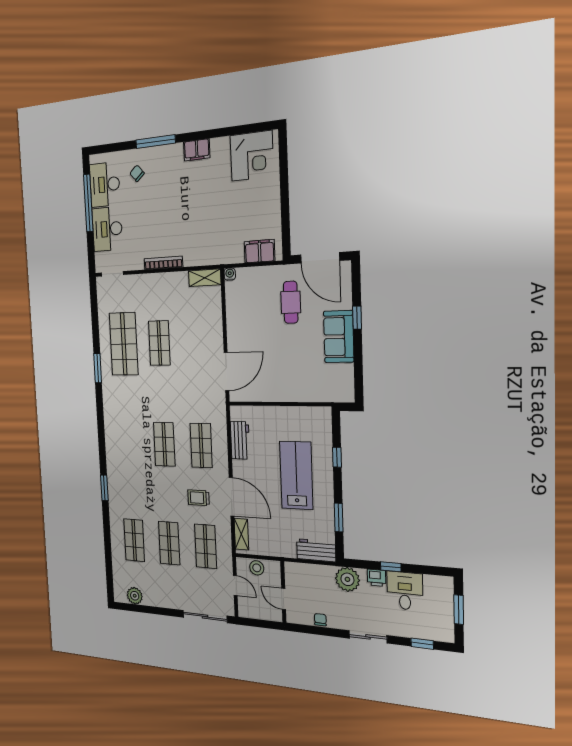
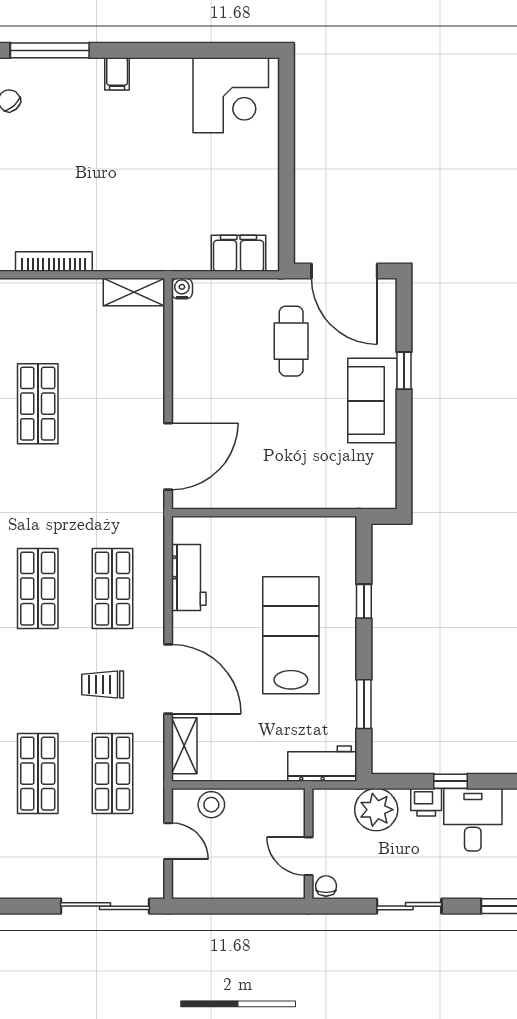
filing cabinet: (197, 150) -> (117, 74), width x0.50
wall: (283, 592) -> (309, 844), moved
door: (284, 599) -> (309, 856), moved

